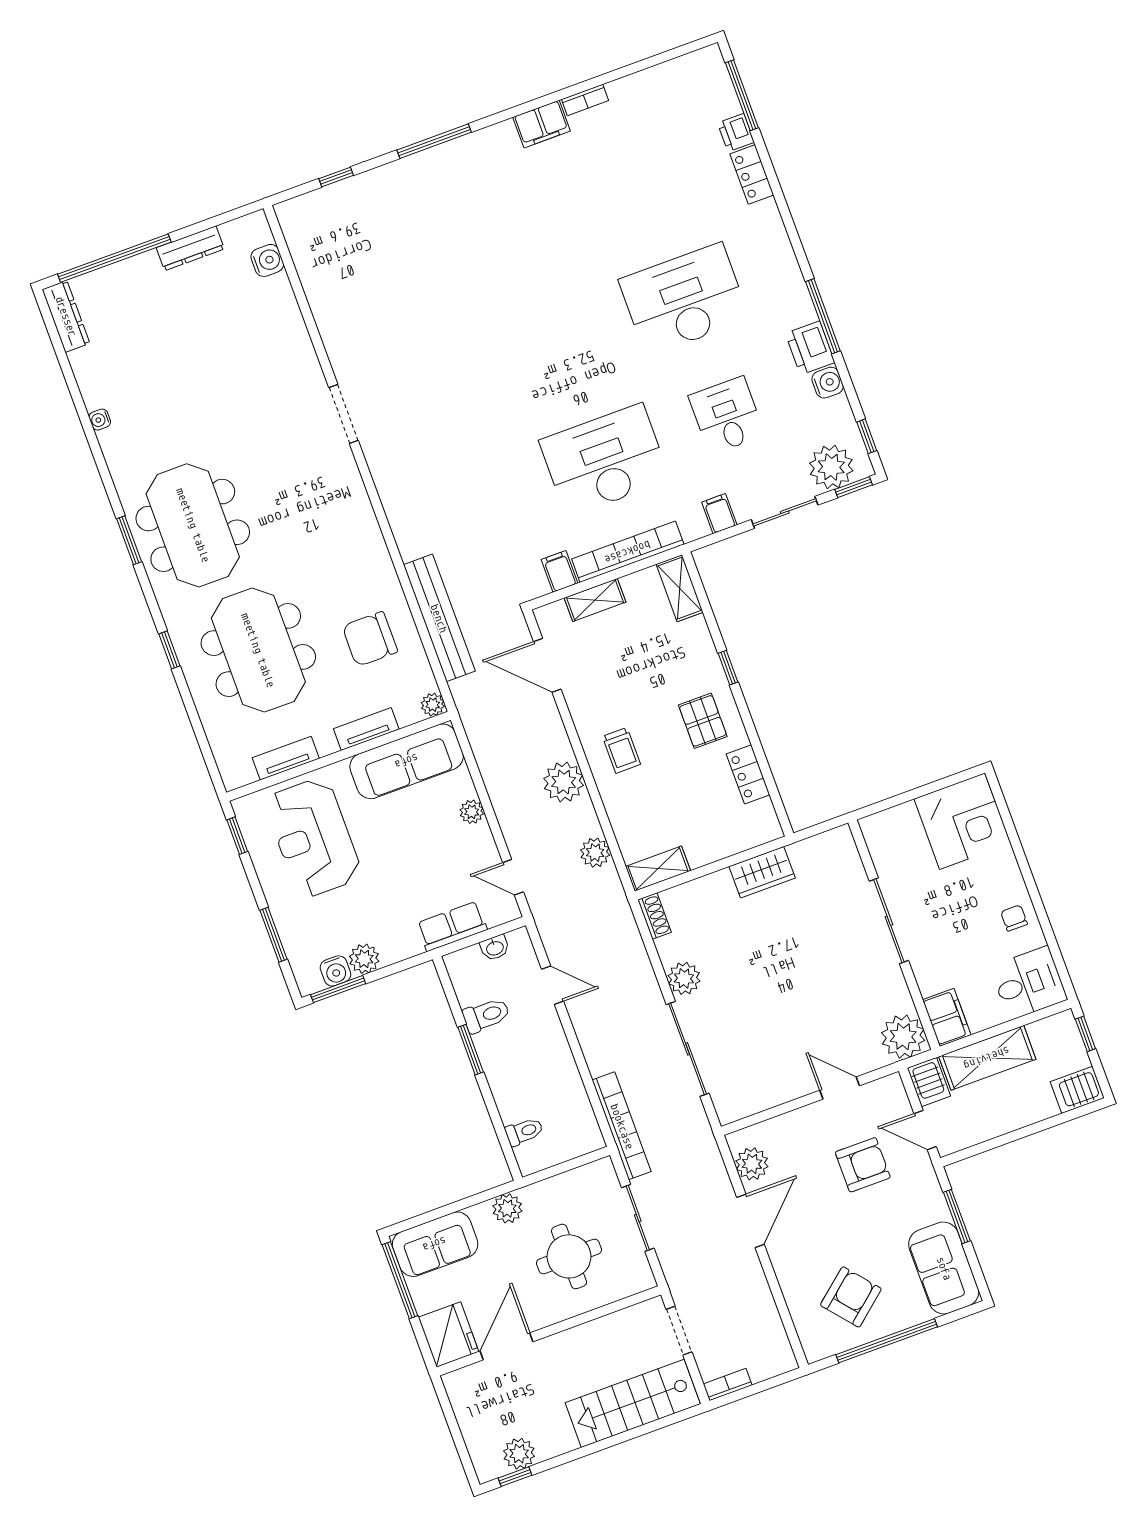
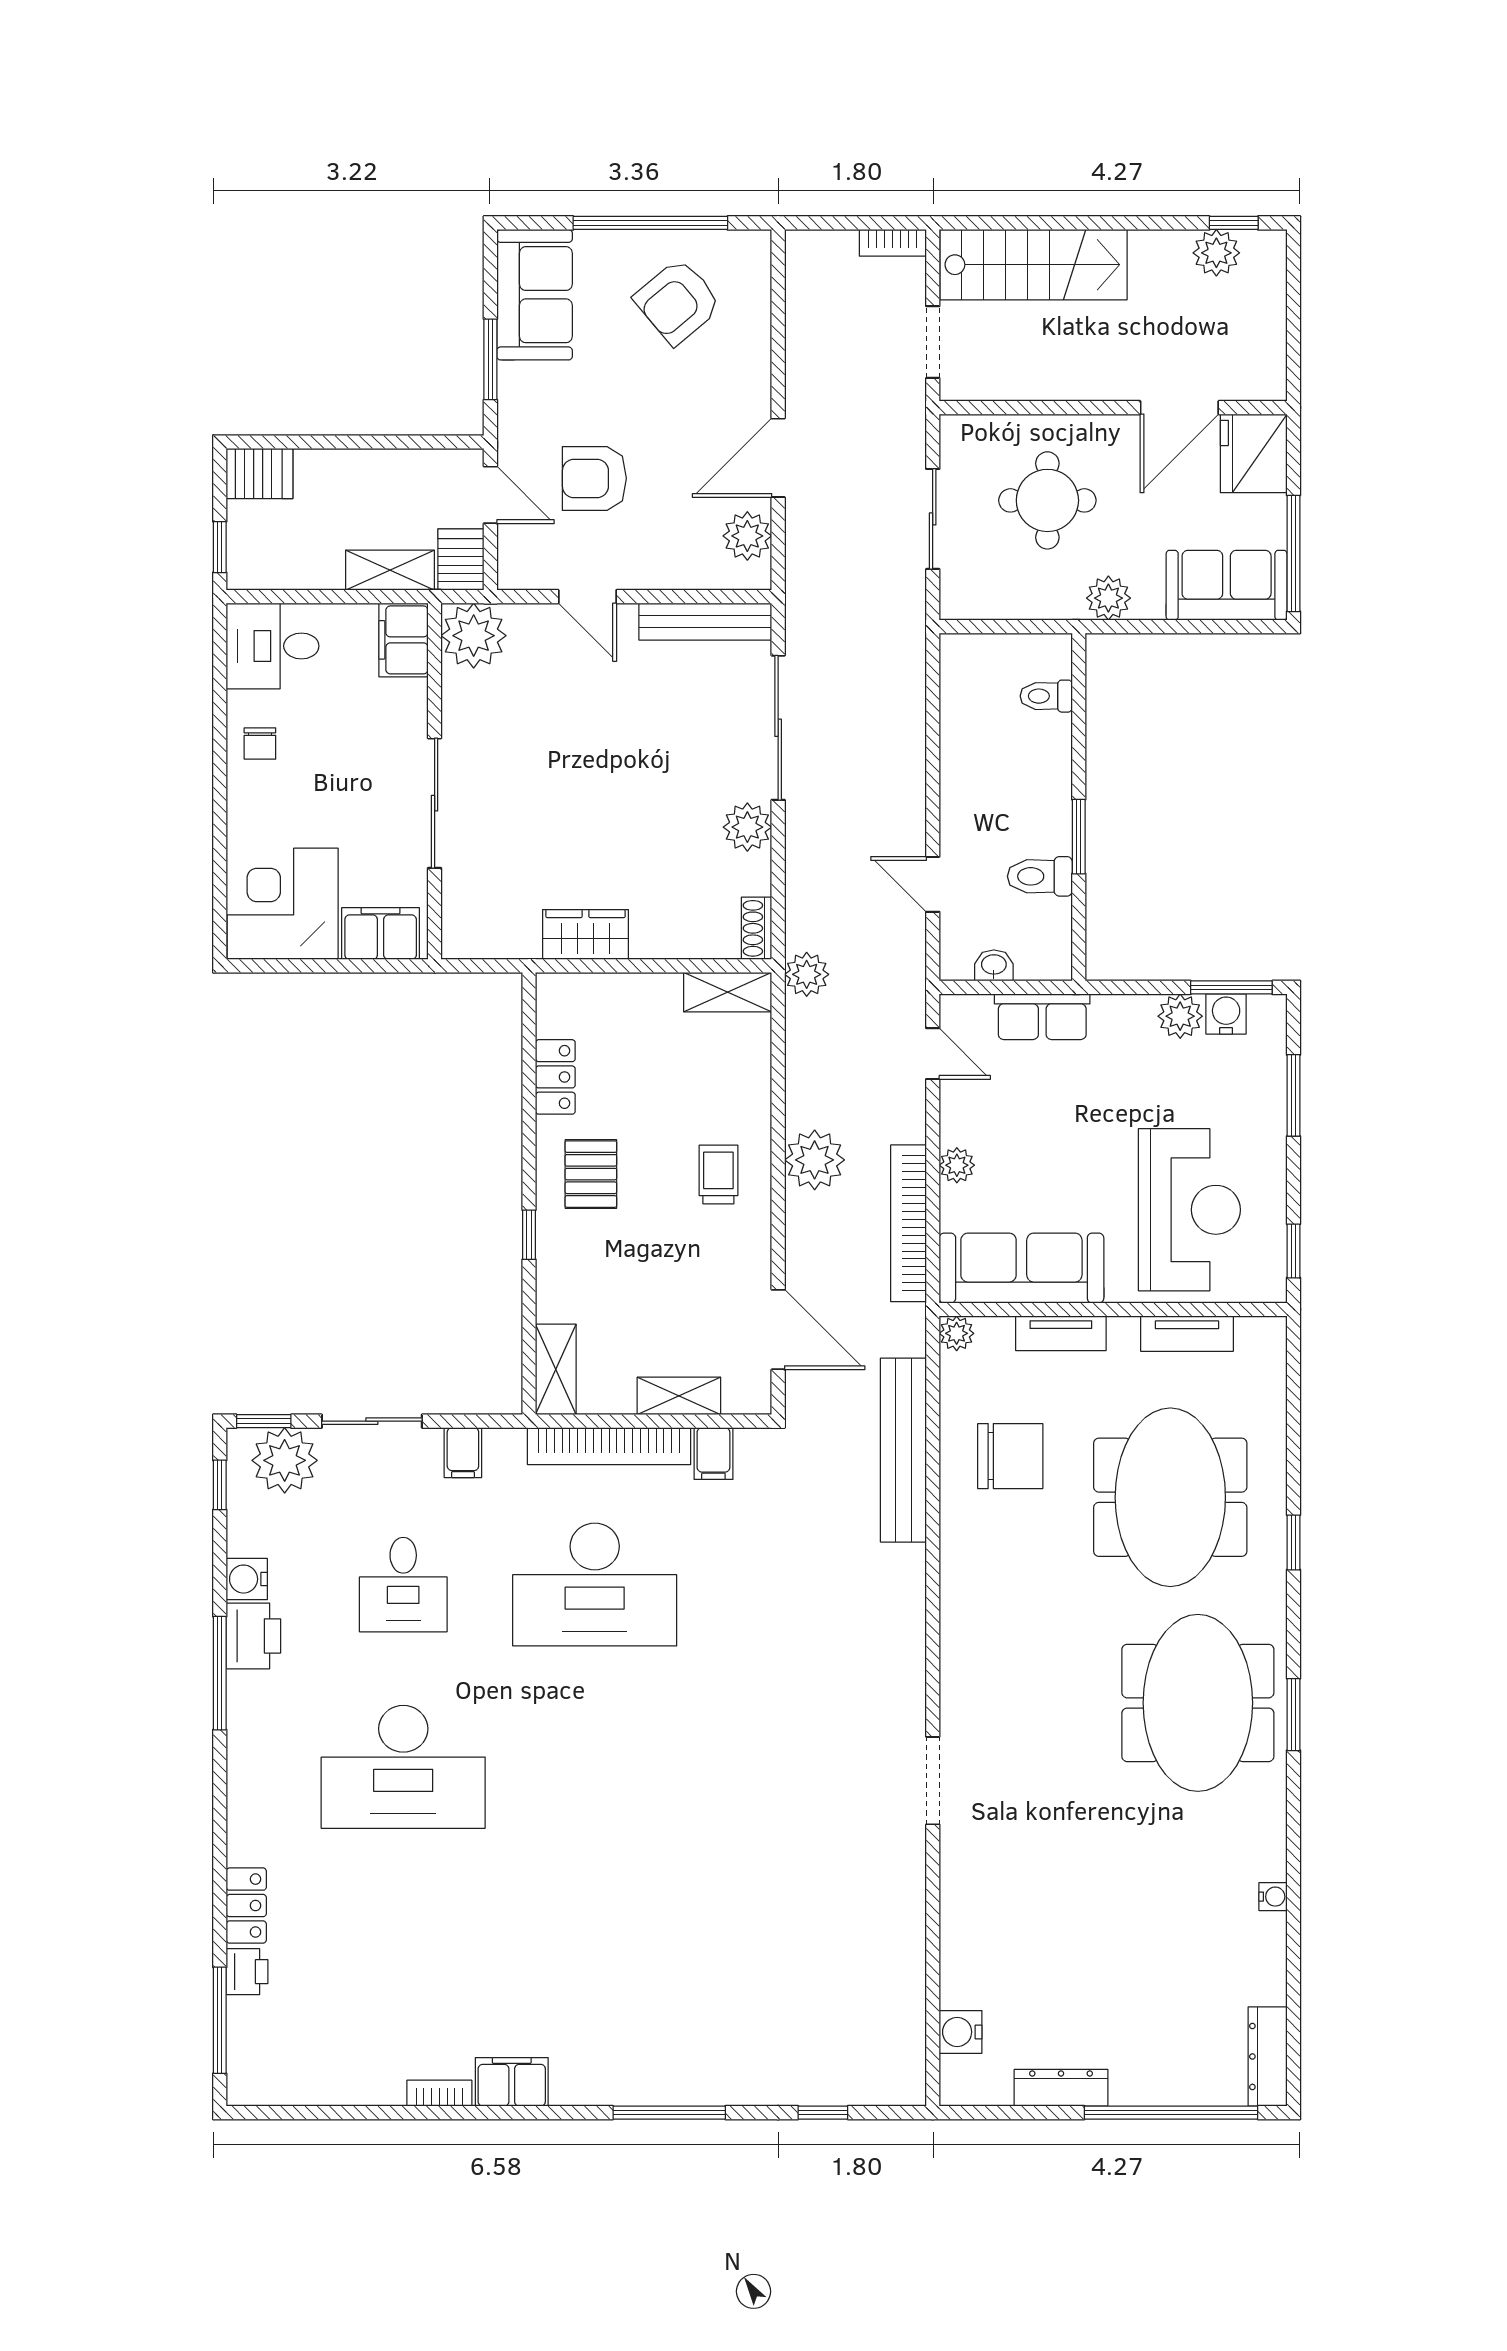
filing cabinet: (893, 825) -> (381, 934), added
plant: (595, 853) -> (807, 974), moved
shelving: (987, 1058) -> (390, 570), width x0.67, depth x0.75
bench: (759, 1099) -> (705, 622), added
bookcase: (622, 1126) -> (908, 1223), moved

